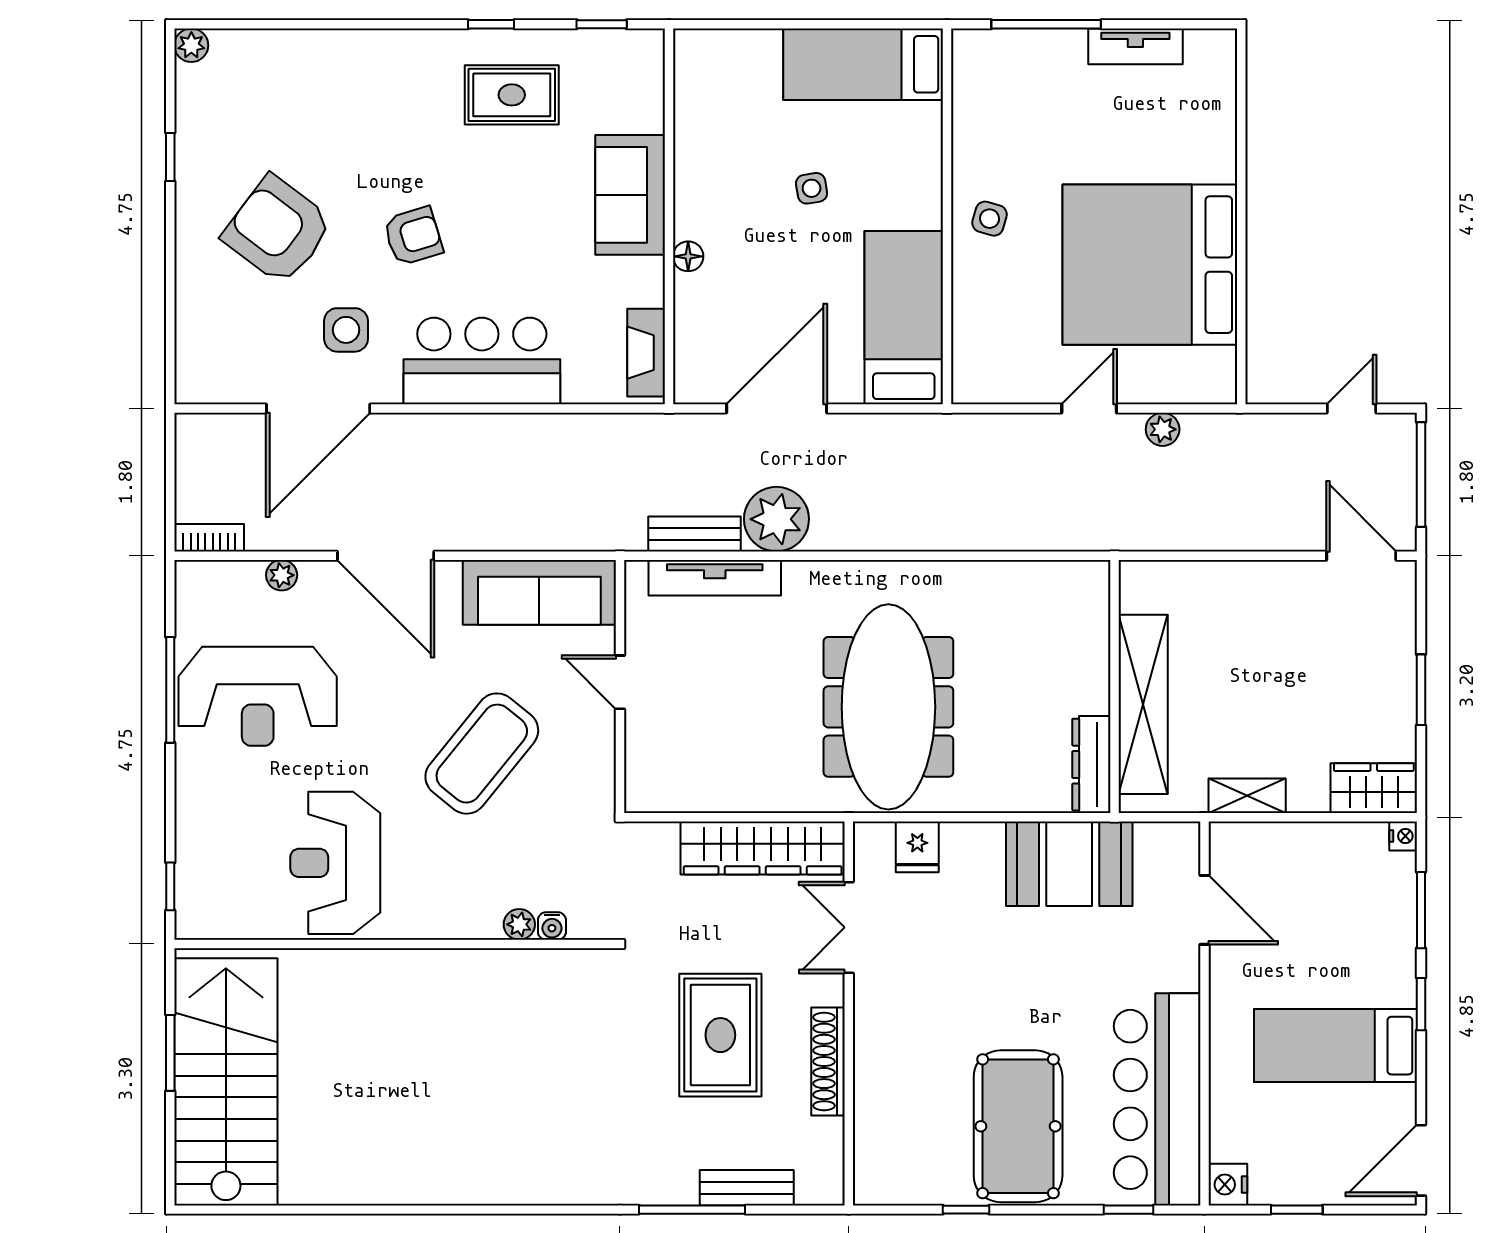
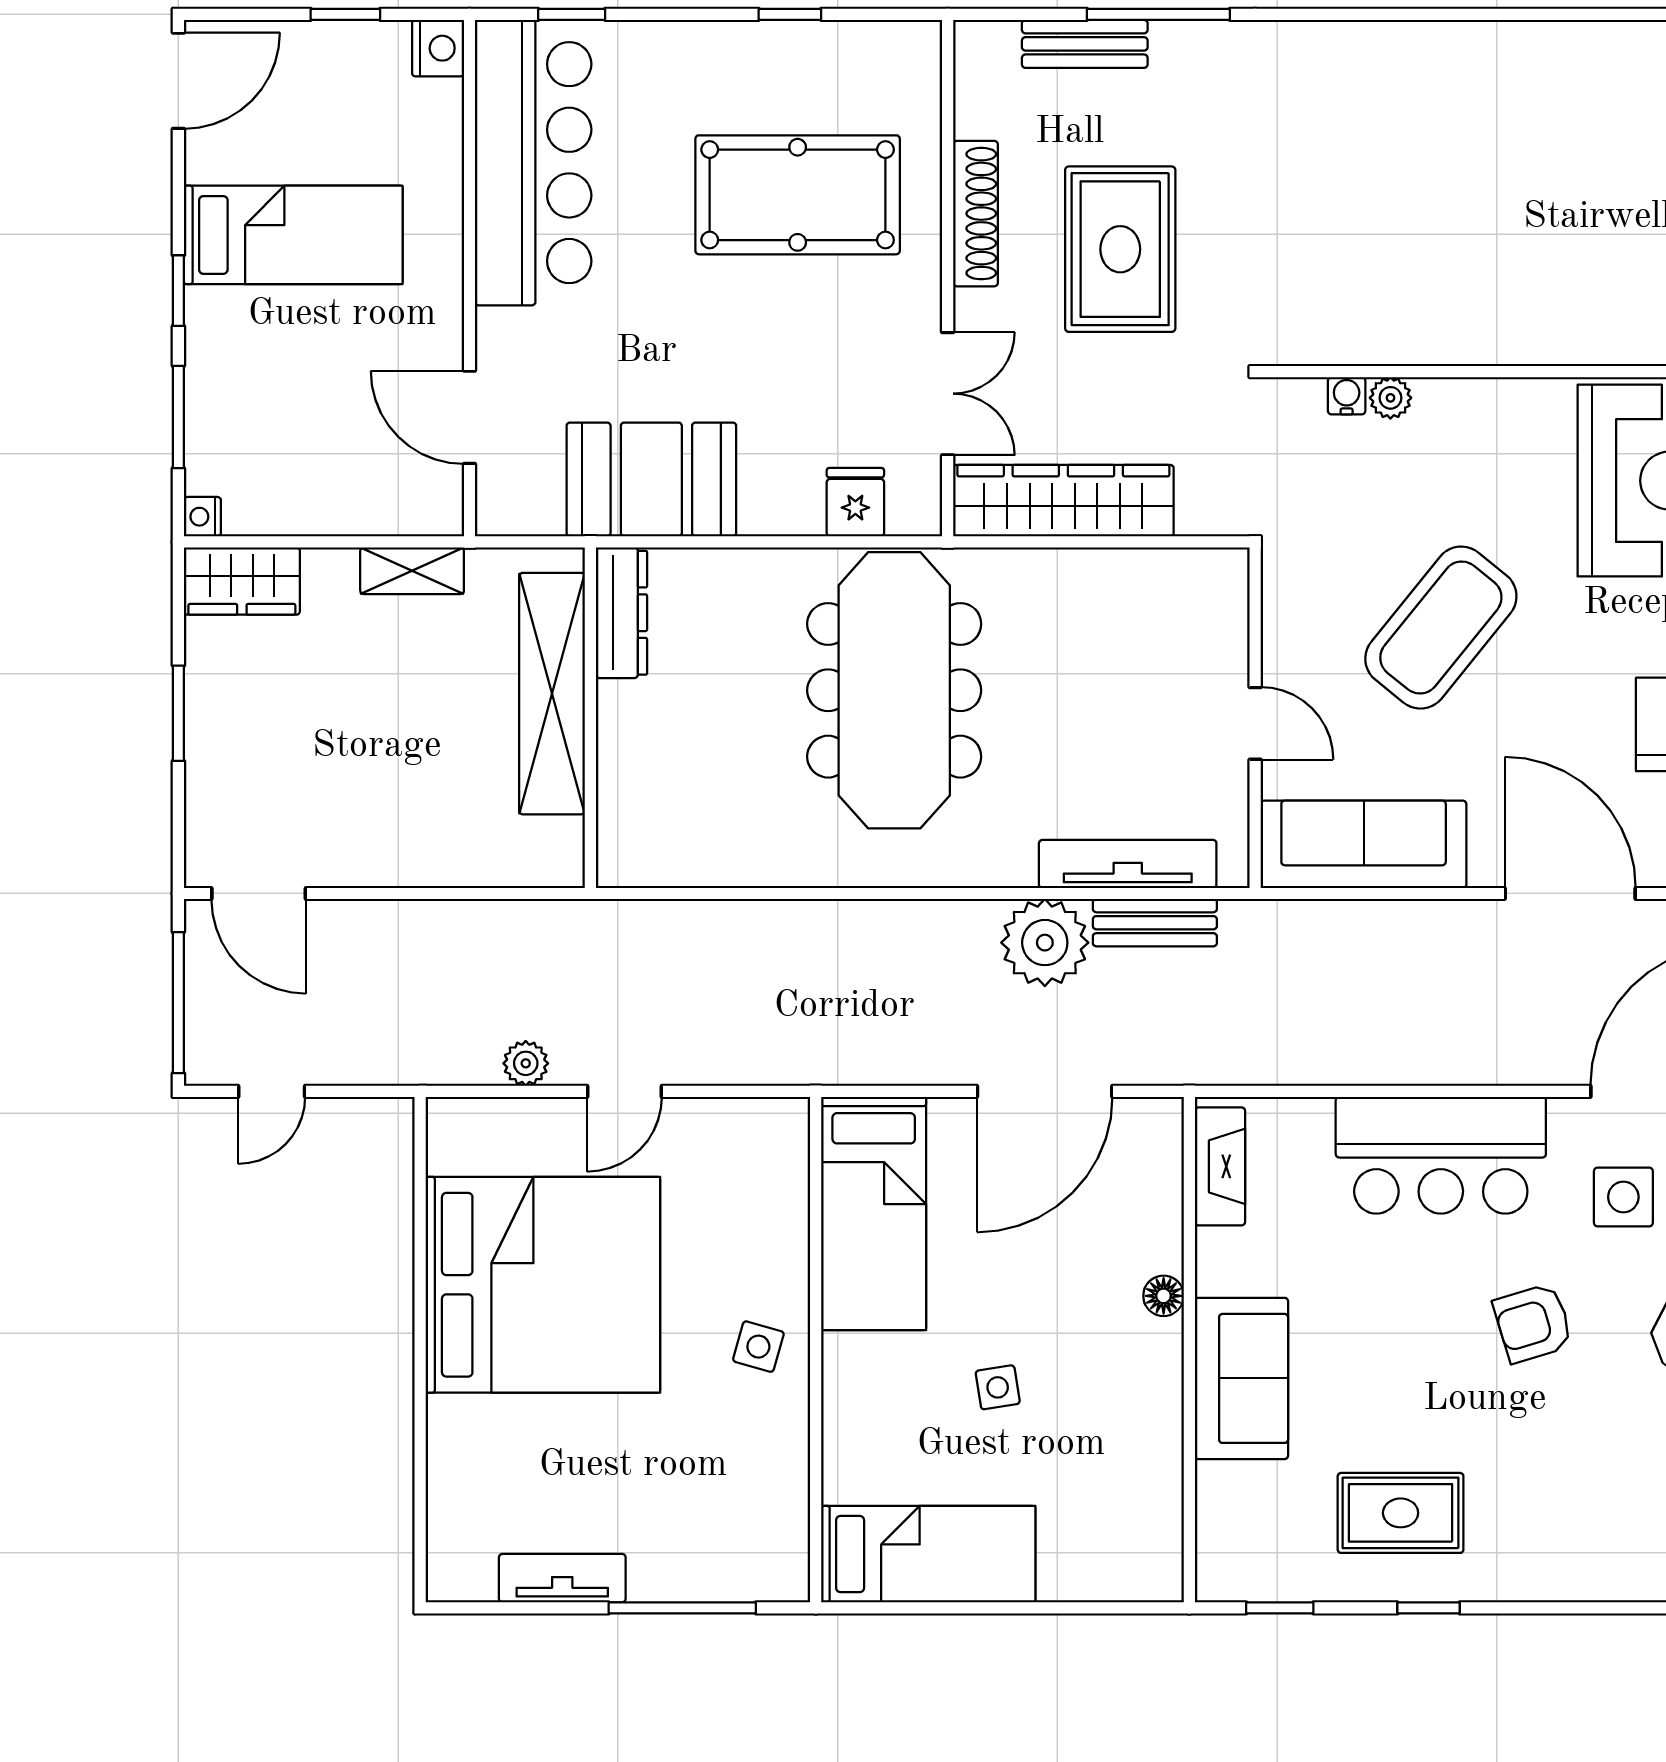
pool table: (1018, 1126) -> (798, 195), moved, turned 90

